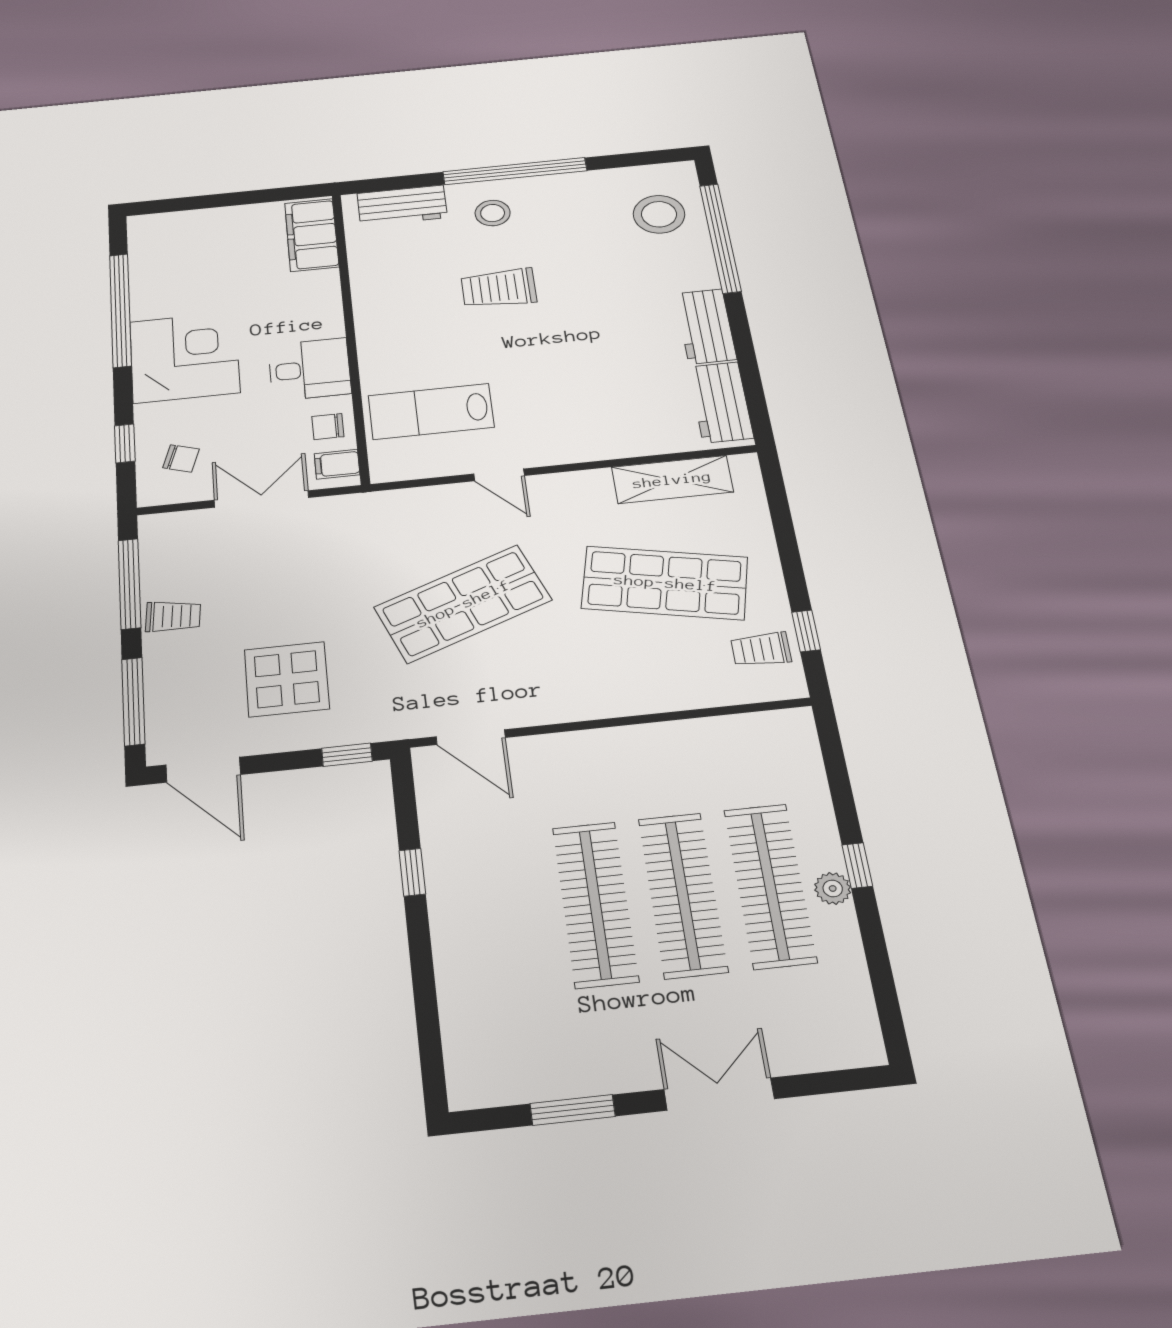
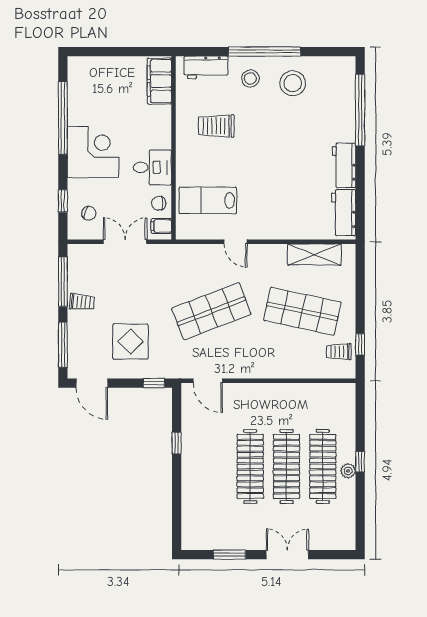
stool: (659, 214) -> (293, 83), moved
trolley: (499, 288) -> (216, 126), moved

